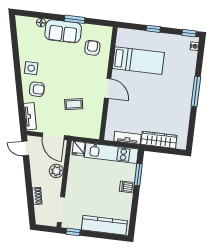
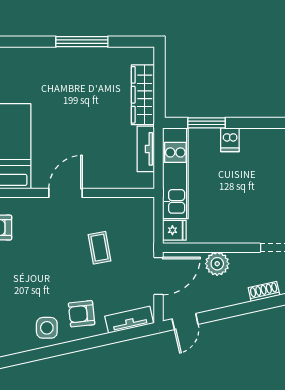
armchair: (37, 89) -> (82, 314), turned -96
window: (196, 91) -> (82, 42), moved

